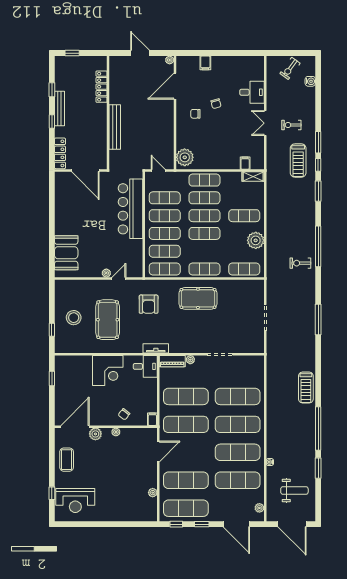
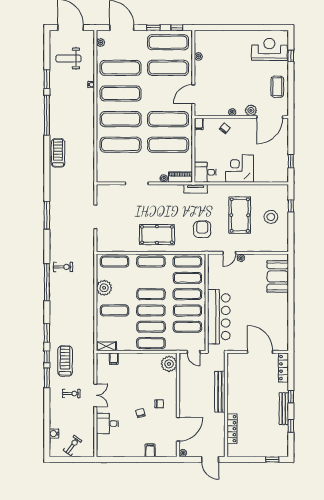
locker: (102, 87) -> (232, 429), moved
wall: (108, 113) -> (226, 405), moved
bench: (115, 127) -> (220, 392), moved

